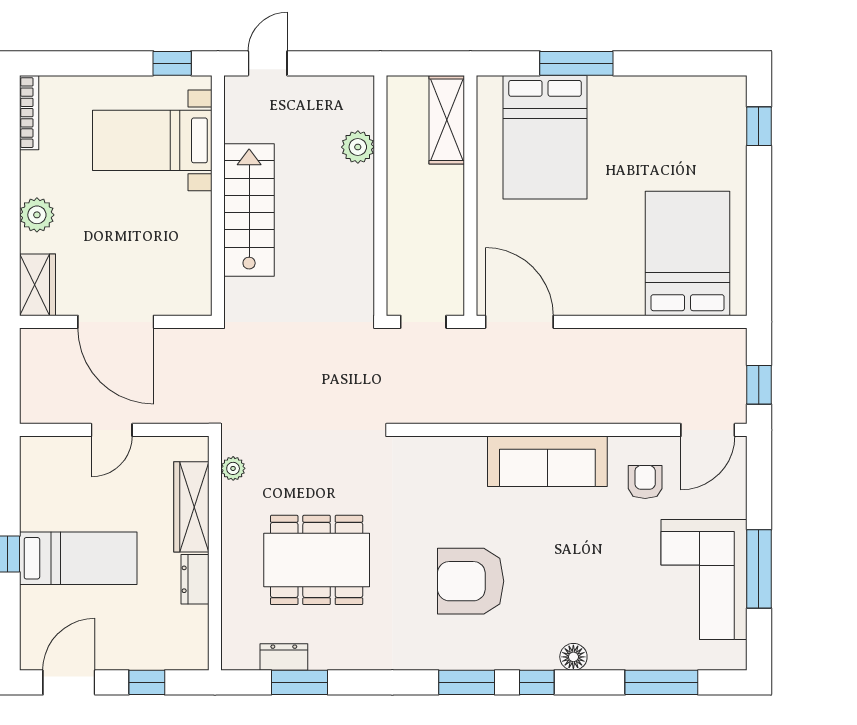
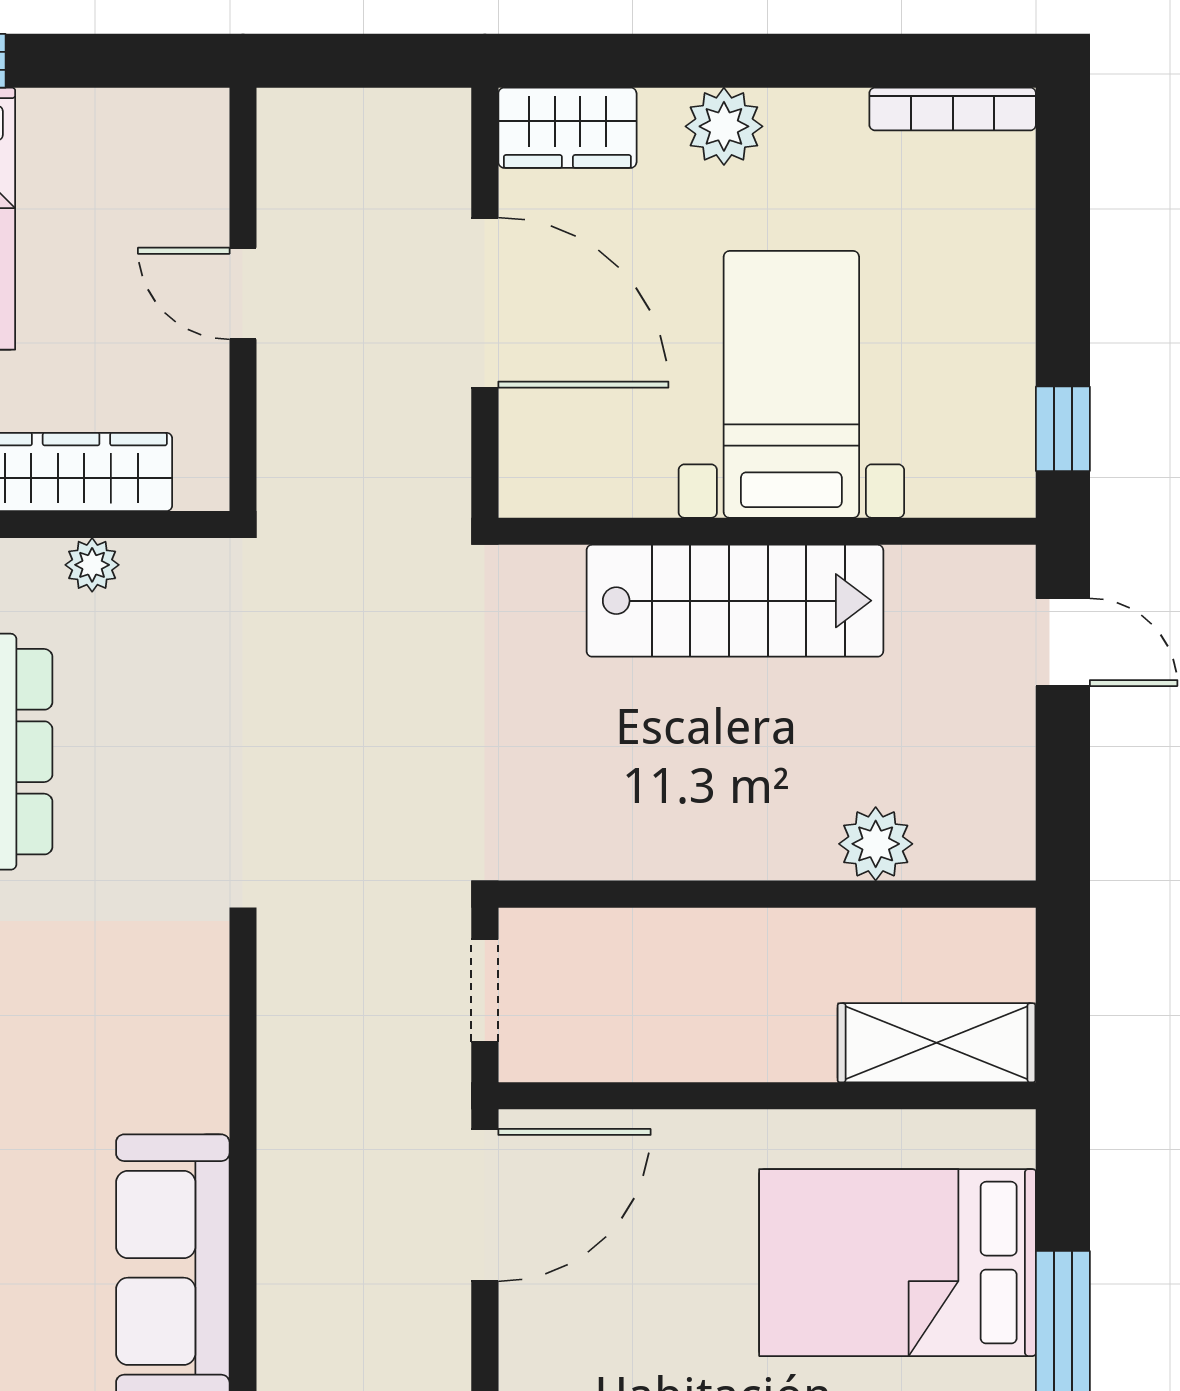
bed with nightstands: (152, 140) -> (791, 384), moved
door: (116, 322) -> (485, 303), swing flipped
plant: (233, 468) -> (92, 565), moved

